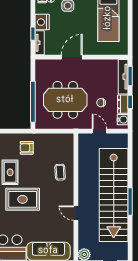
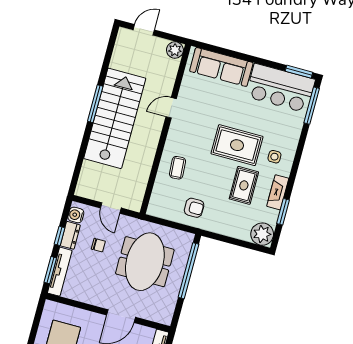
meeting table: (65, 100) -> (145, 262), turned 90
armchair: (27, 148) -> (194, 208), moved
stairs: (114, 195) -> (115, 118), width x0.73
door: (76, 213) -> (171, 108), swing flipped

